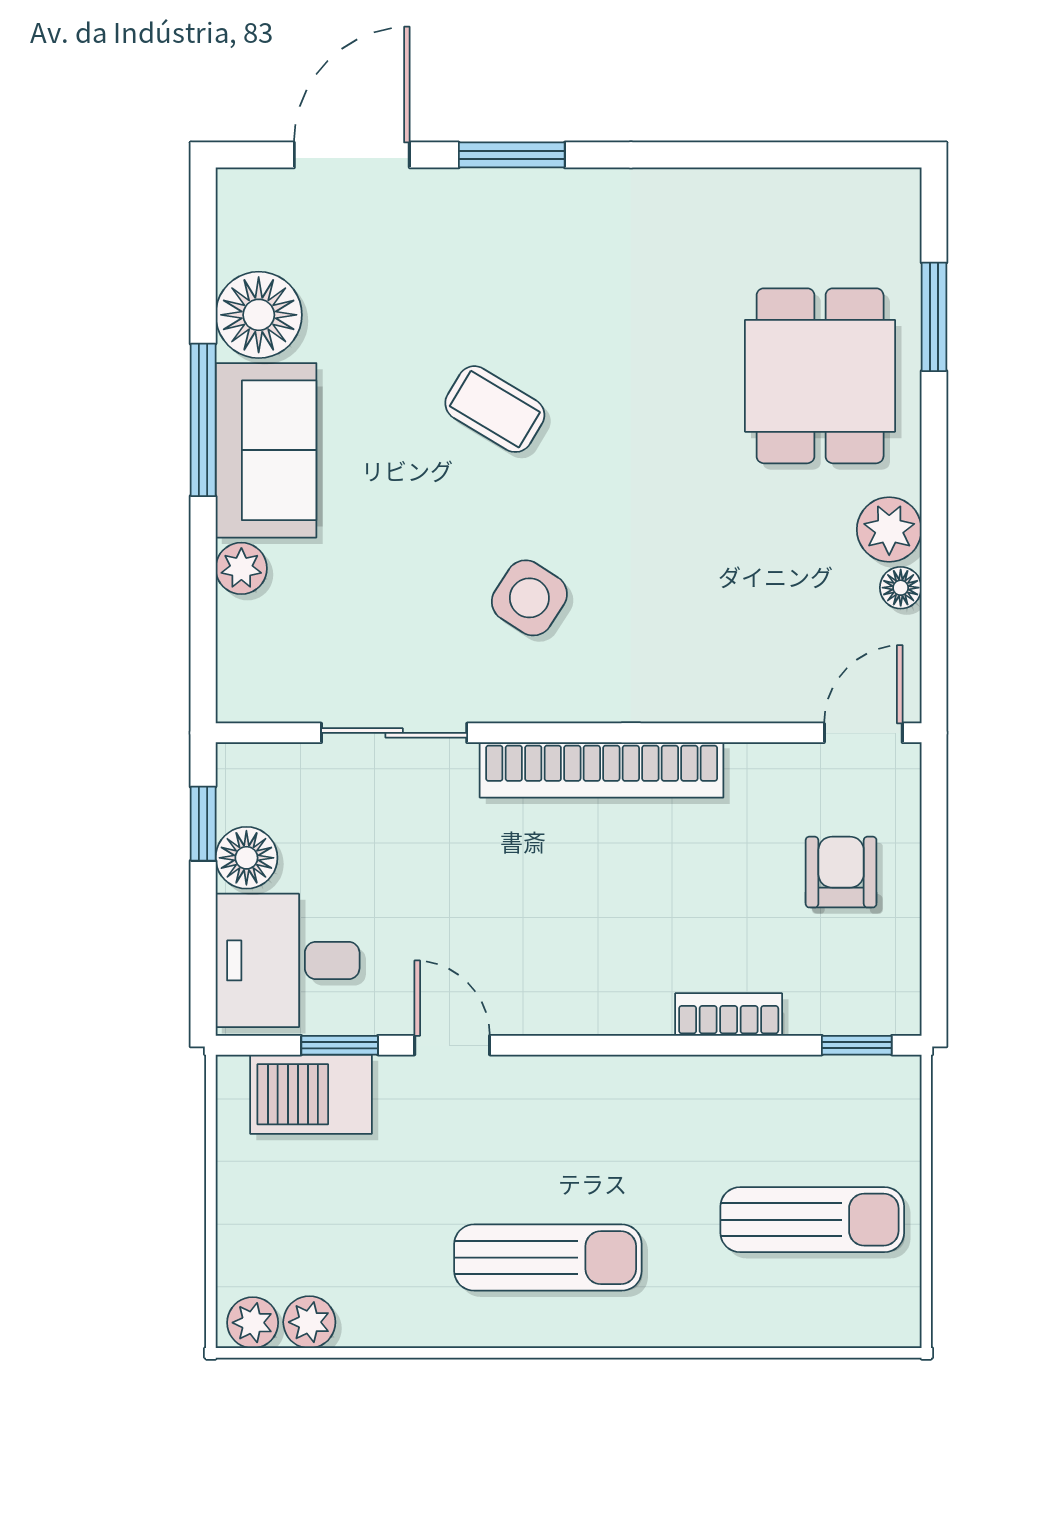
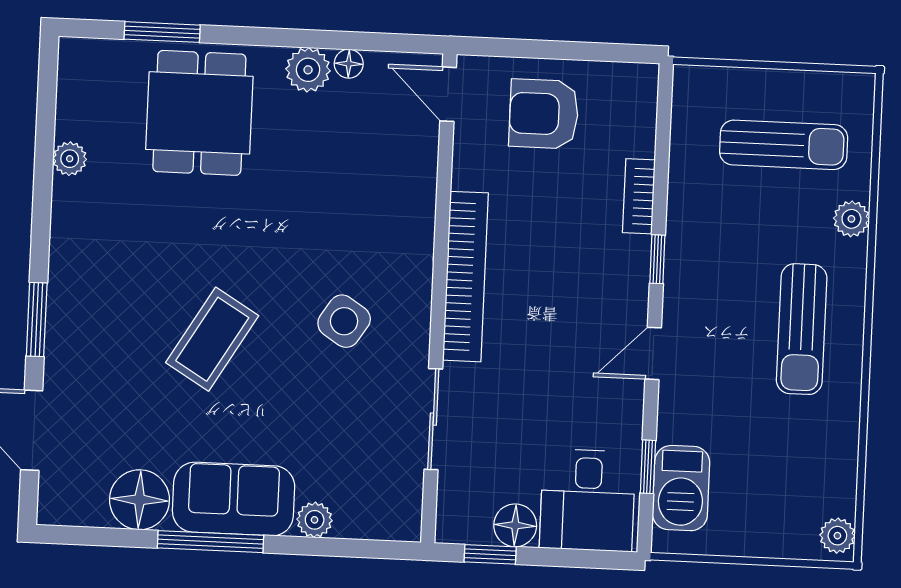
plant: (746, 192) -> (70, 159), added
dining table: (820, 376) -> (199, 113), turned 90
coffee table: (495, 409) -> (212, 339), width x1.36, depth x1.30
armchair: (841, 872) -> (544, 114), width x1.38, depth x1.38
door: (452, 1045) -> (653, 353), moved
window: (857, 1045) -> (657, 259), moved
sun lounger: (812, 1220) -> (784, 145), turned 90
sun lounger: (548, 1258) -> (802, 329), turned 180
plant: (309, 1322) -> (851, 219), moved

